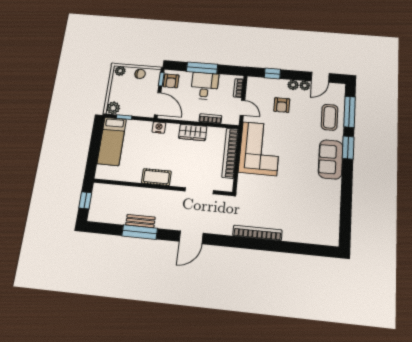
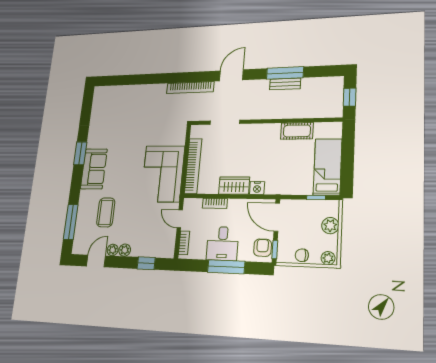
armchair: (282, 105) -> (138, 225), removed
plant: (113, 108) -> (330, 226), moved
coffee table: (330, 117) -> (106, 212), moved
nightstand: (159, 127) -> (257, 188), moved
window: (348, 148) -> (80, 153), moved
cot: (156, 177) -> (297, 131), moved
bookcase: (257, 233) -> (190, 88), moved

